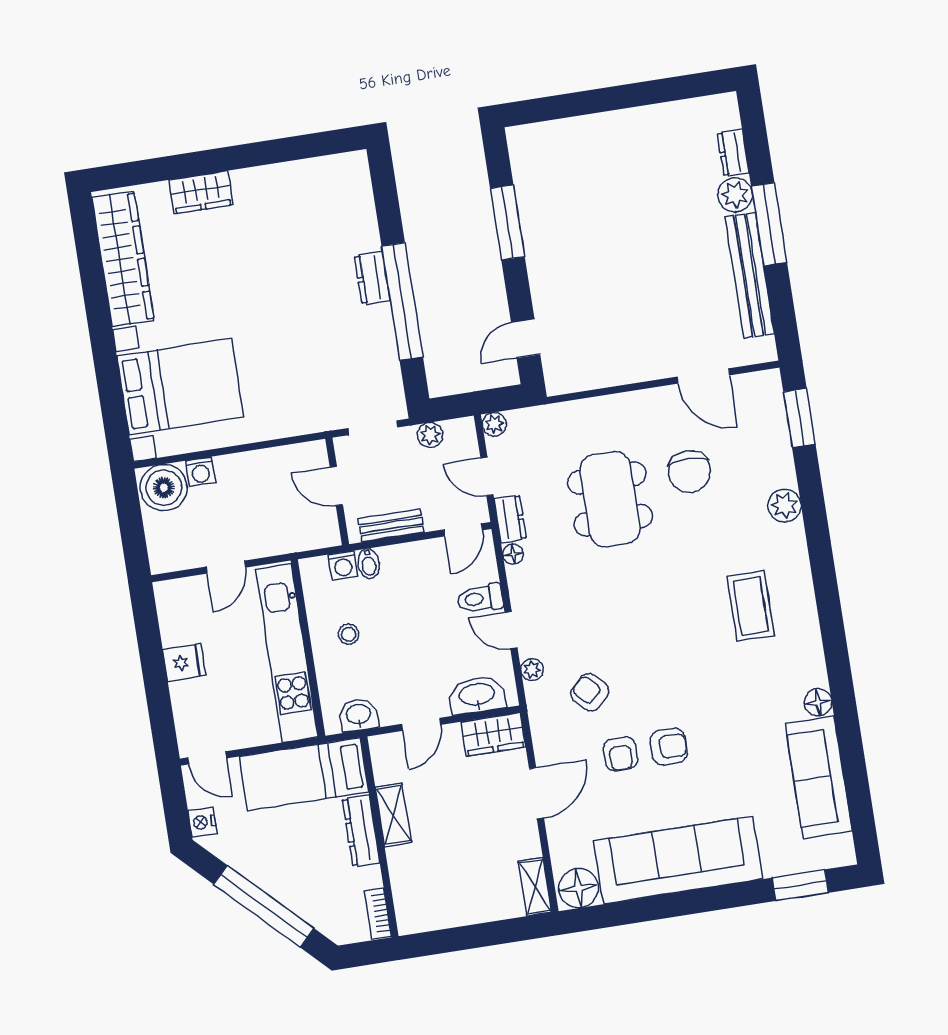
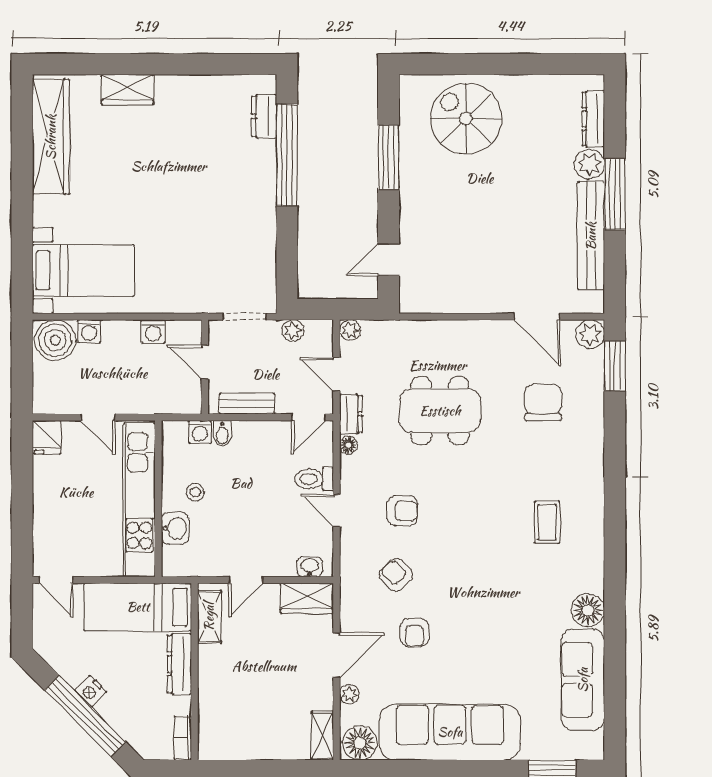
dresser: (733, 153) -> (593, 119), width x1.44
spiral stairs: (588, 165) -> (466, 119), added
dresser: (372, 278) -> (264, 116), moved
window: (402, 302) -> (287, 155), moved
bed with nightstands: (180, 387) -> (83, 270), width x0.73
washing machine: (273, 461) -> (153, 332), added
chair: (689, 472) -> (543, 403), moved, turned 180
dining table: (610, 499) -> (440, 411), turned 90
plant: (784, 506) -> (590, 334), moved
door: (226, 567) -> (98, 417), hinge flipped
coffee table: (751, 606) -> (547, 522), width x0.73, depth x0.77
fridge: (184, 662) -> (46, 437), moved, turned 90
plant: (532, 670) -> (349, 694), moved
washbasin: (477, 695) -> (310, 567), width x0.52, depth x0.69
floor lamp: (818, 702) -> (588, 610), width x1.38, depth x1.38
washbasin: (359, 715) -> (175, 528), moved, turned 90
armchair: (669, 747) -> (402, 511), moved
shelving: (393, 815) -> (209, 617), moved
nightstand: (202, 822) -> (91, 691), moved, turned -45

